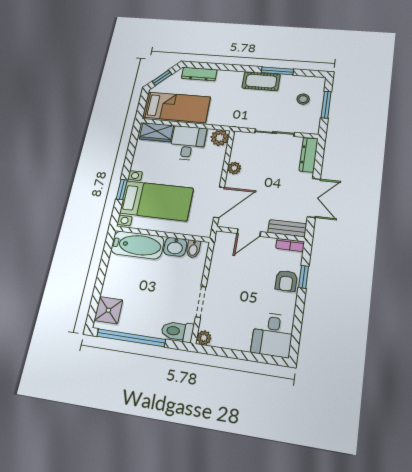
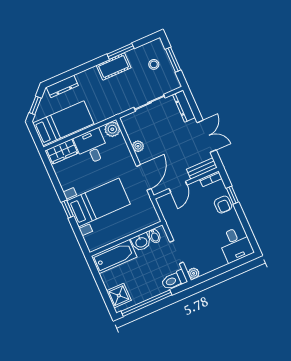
wall: (162, 234) -> (126, 239), moved
bathtub: (137, 245) -> (114, 257), moved
washbasin: (175, 247) -> (141, 242), moved
bidet: (193, 249) -> (155, 236), moved

